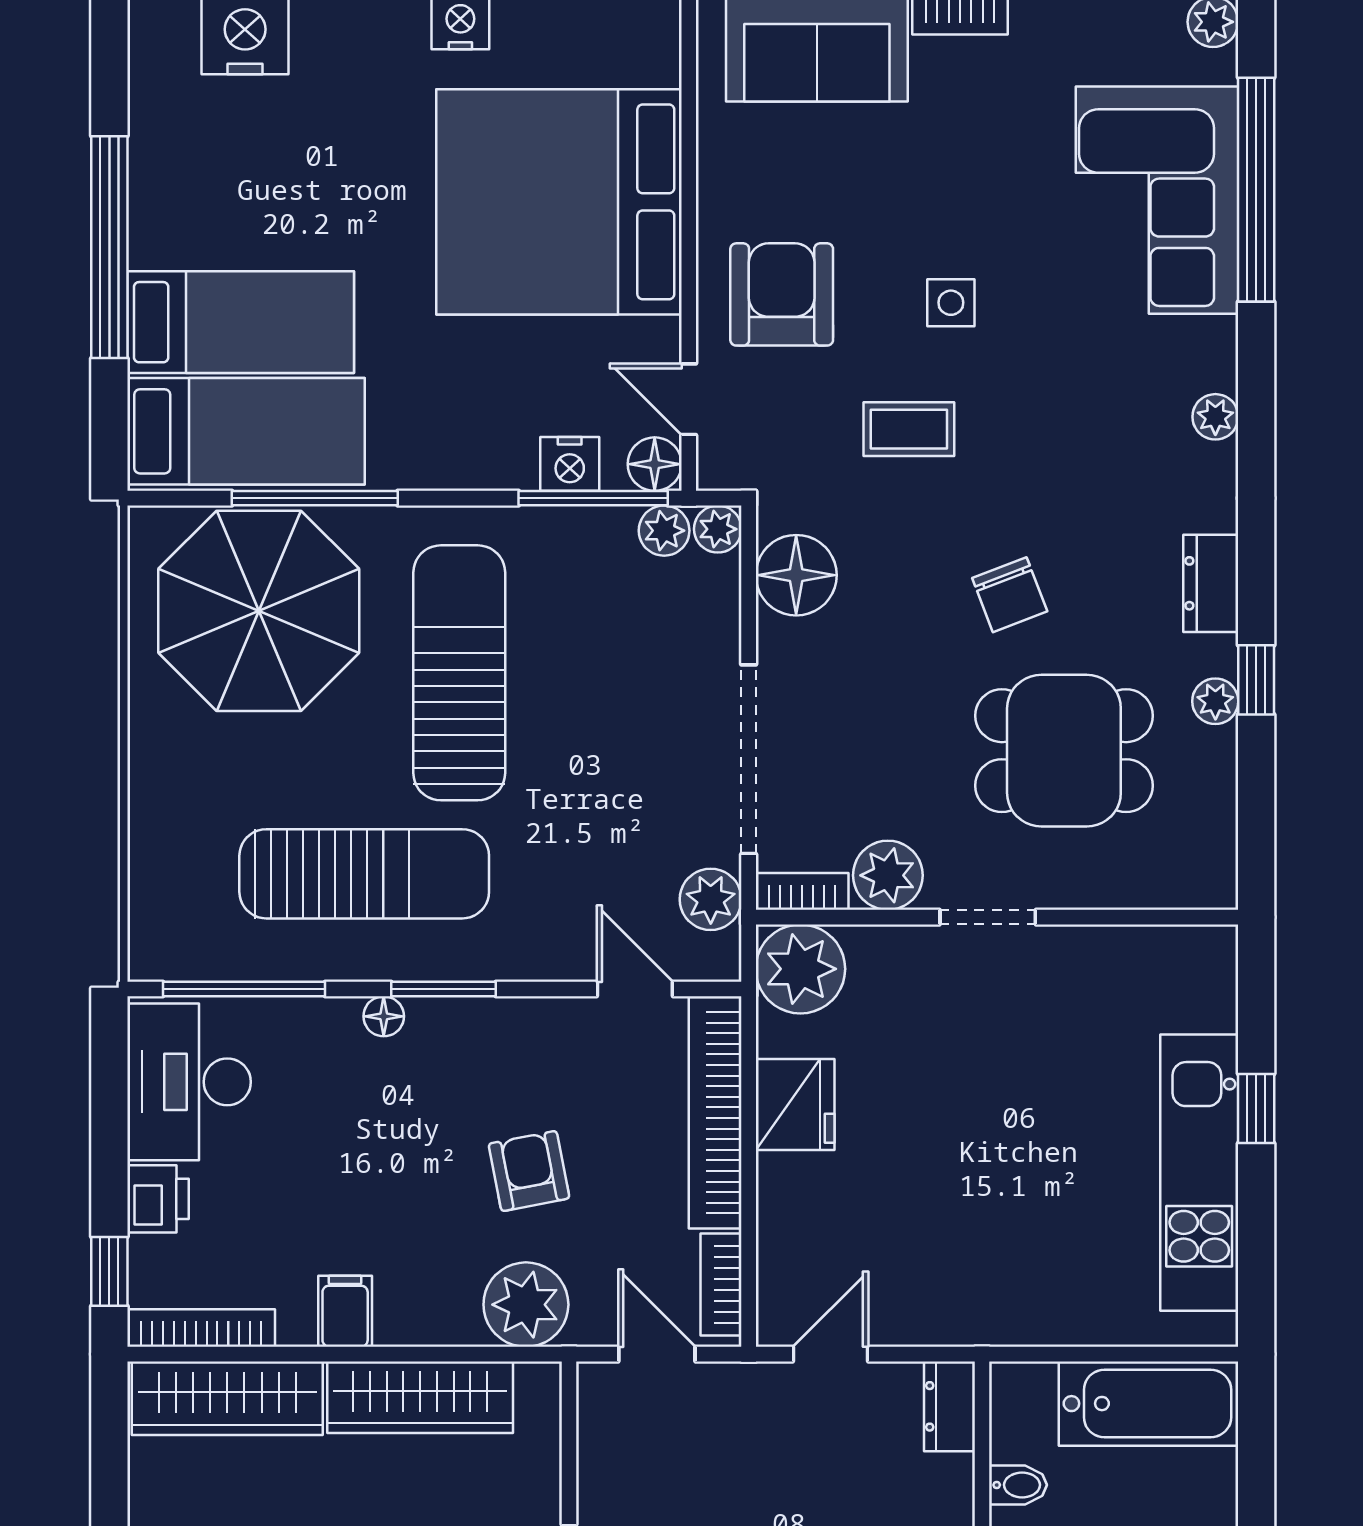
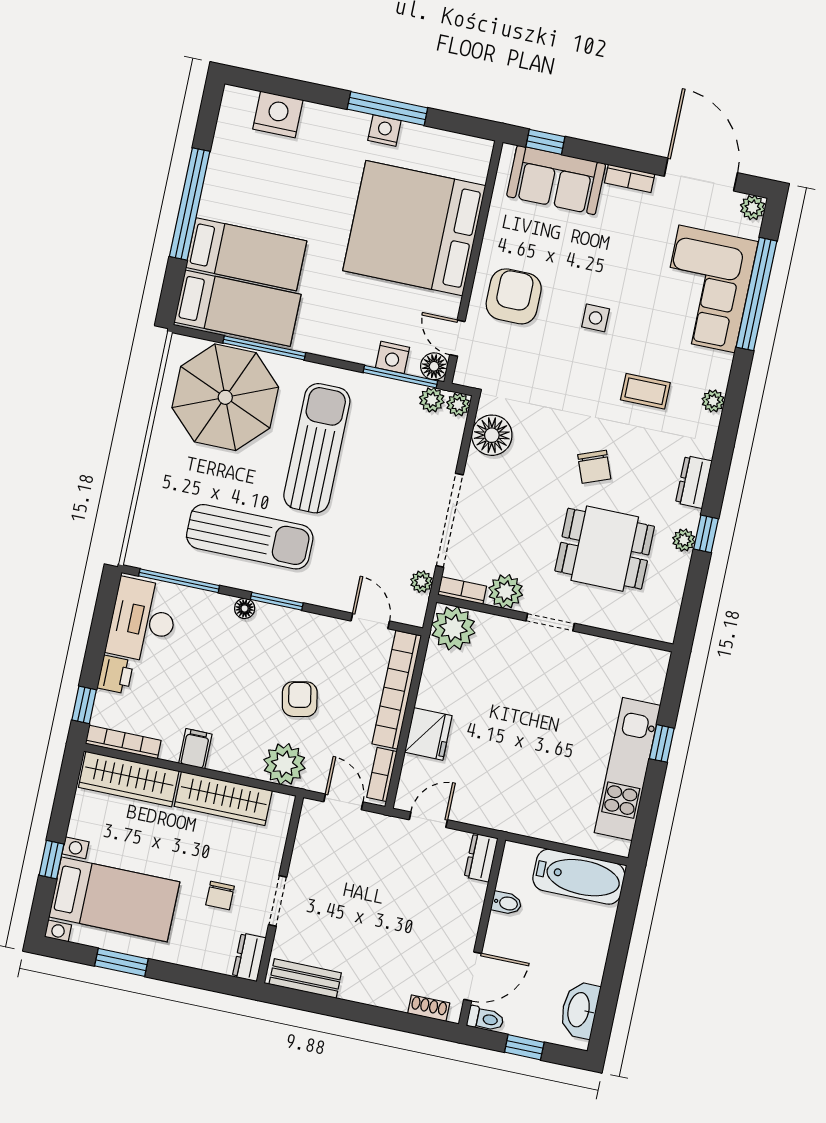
coffee table: (909, 429) -> (645, 391), moved
plant: (711, 899) -> (422, 582), width x0.73, depth x0.73
fridge: (795, 1105) -> (428, 734), moved

